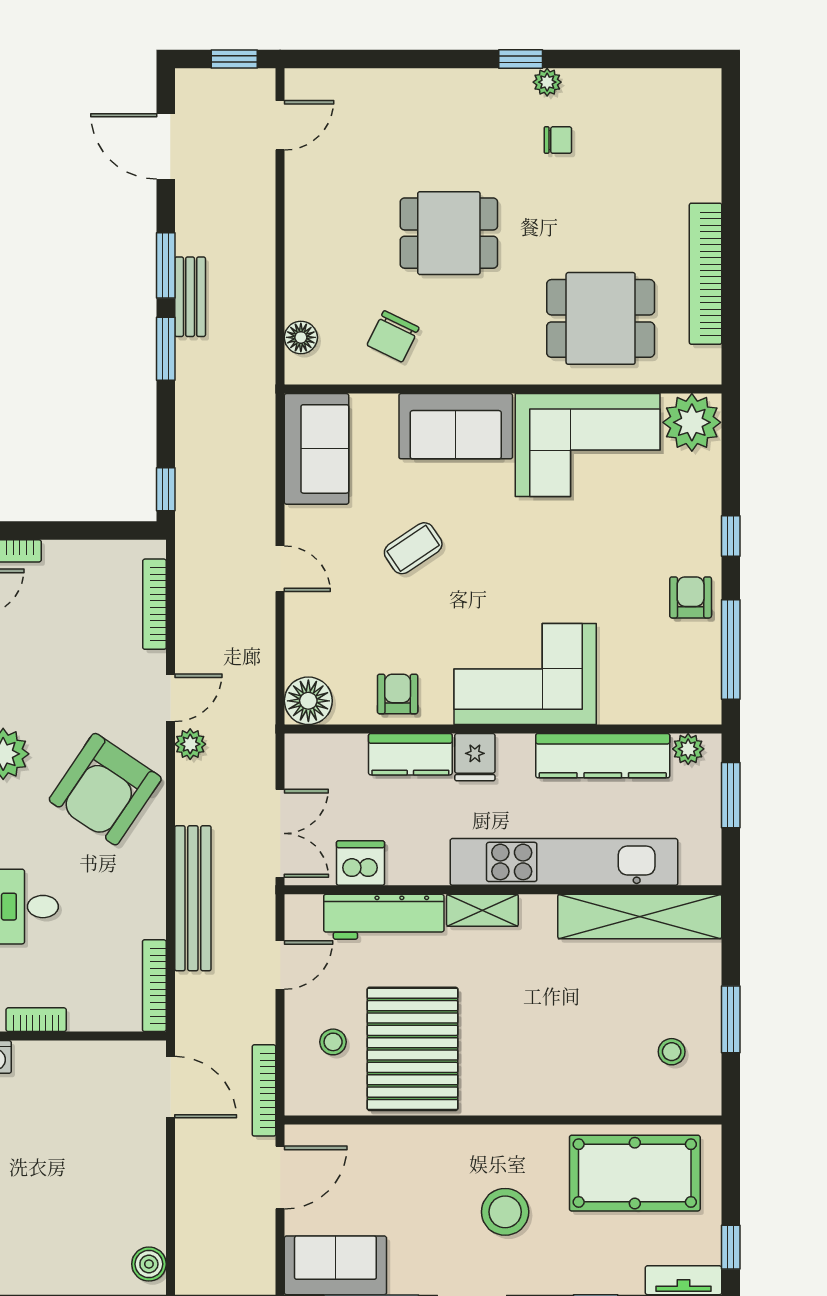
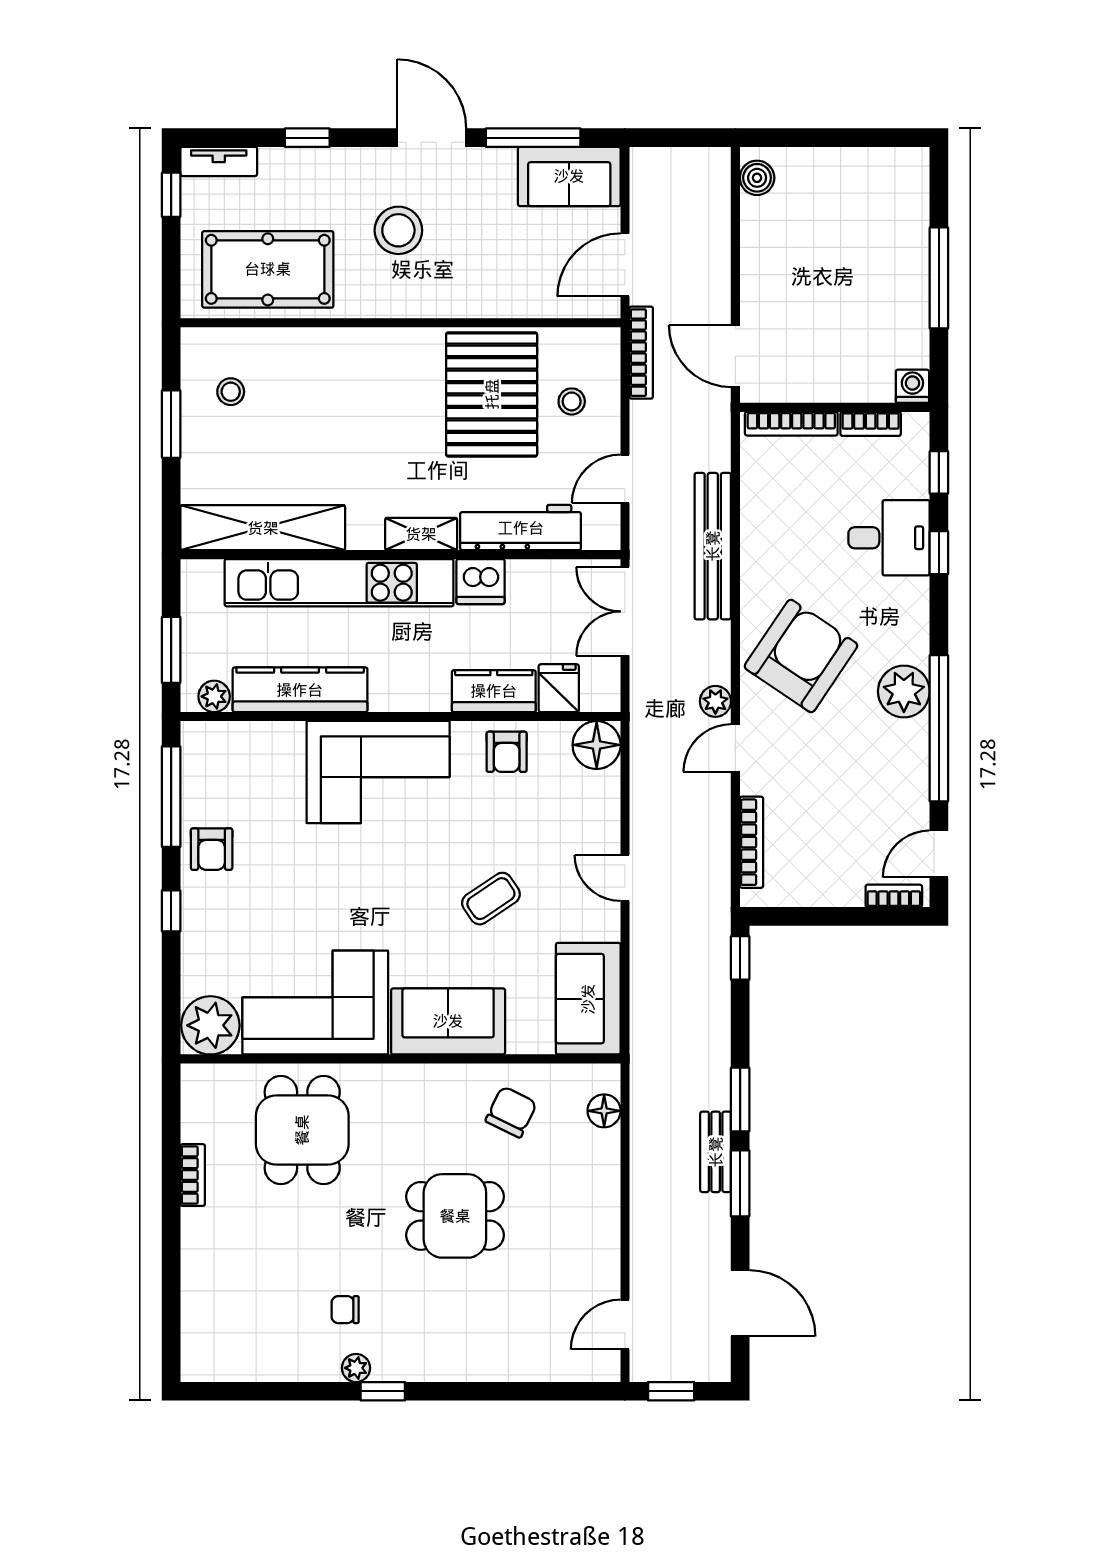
bookcase: (706, 274) -> (193, 1175), width x0.43, depth x0.76
dining table: (601, 318) -> (302, 1130), turned 90
fridge: (475, 757) -> (559, 688), moved
dishwasher: (360, 863) -> (480, 582), moved
bookcase: (154, 986) -> (791, 424), moved, turned 90

